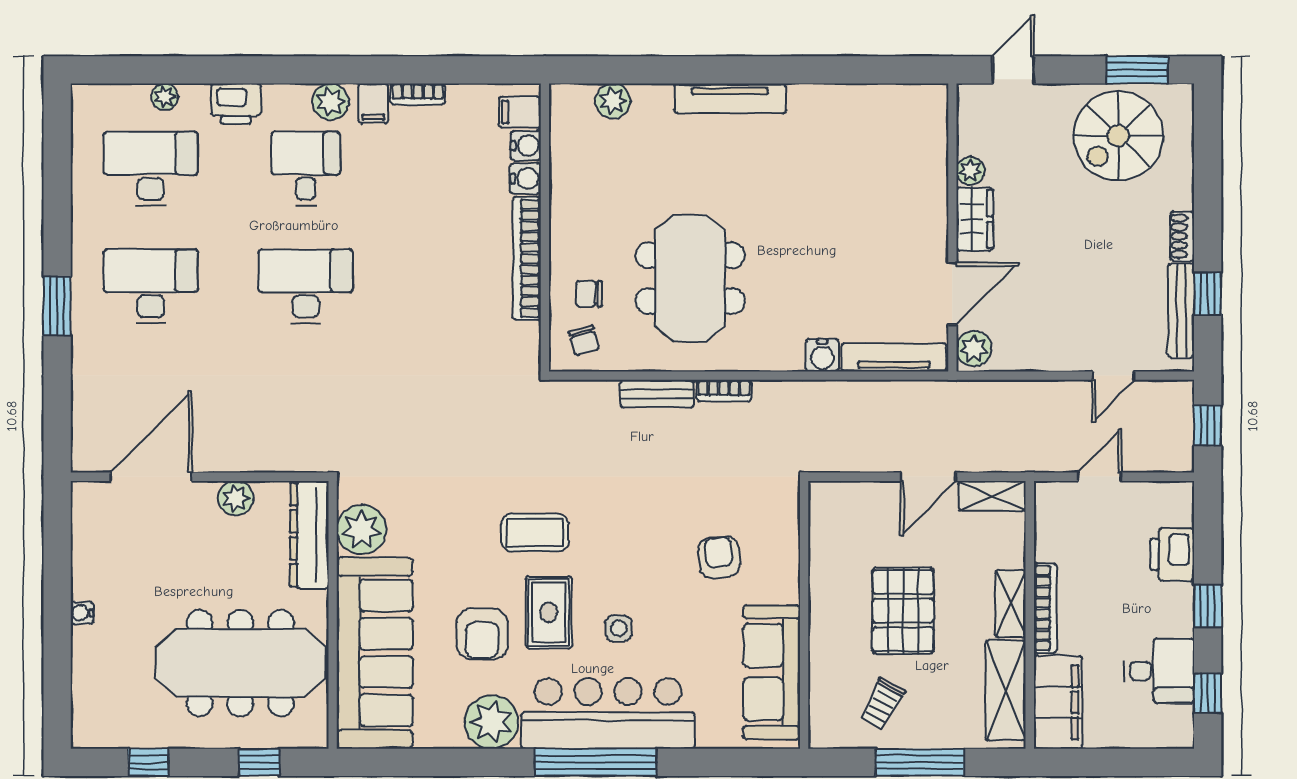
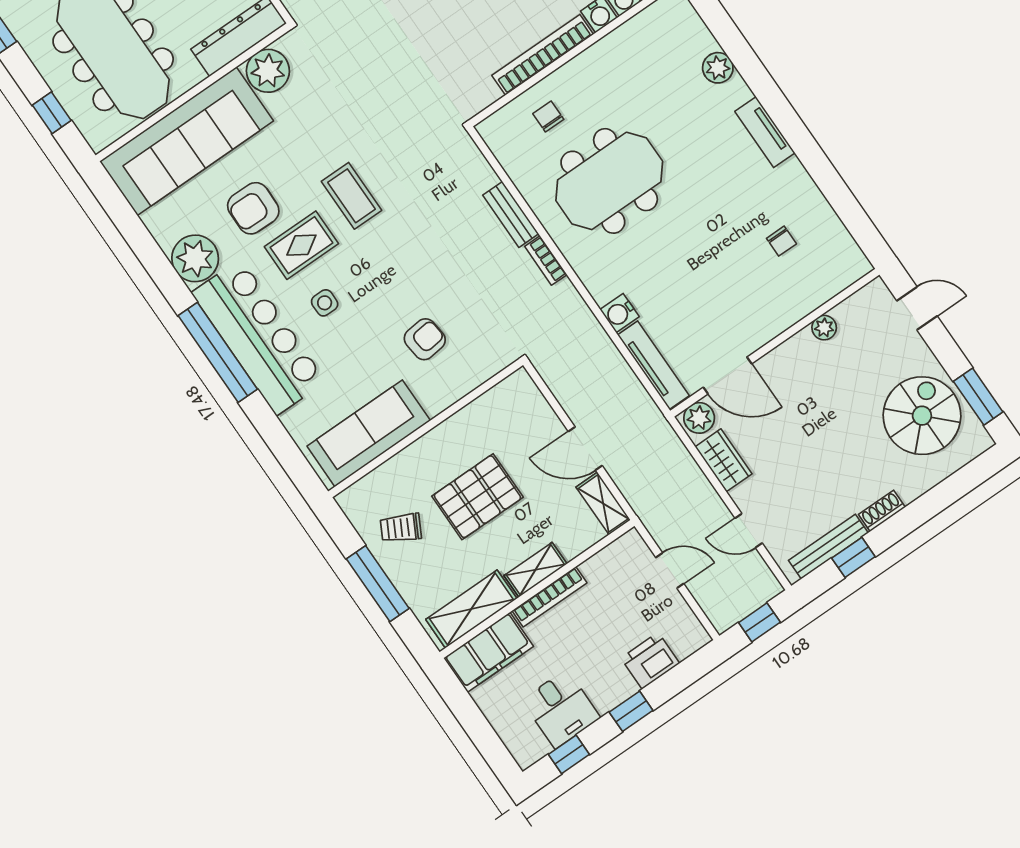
tv unit: (730, 98) -> (765, 132), width x0.71
plant: (613, 101) -> (718, 68), moved
spiral stairs: (1118, 136) -> (922, 416), turned 90
wardrobe: (975, 219) -> (724, 460), moved, turned -90
chair: (584, 340) -> (781, 241), moved, turned -74

